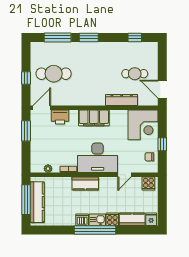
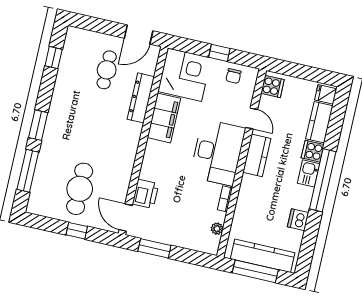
filing cabinet: (94, 118) -> (164, 118), moved
kitchen counter: (85, 184) -> (257, 155), moved
dishwasher: (82, 220) -> (298, 220), moved

